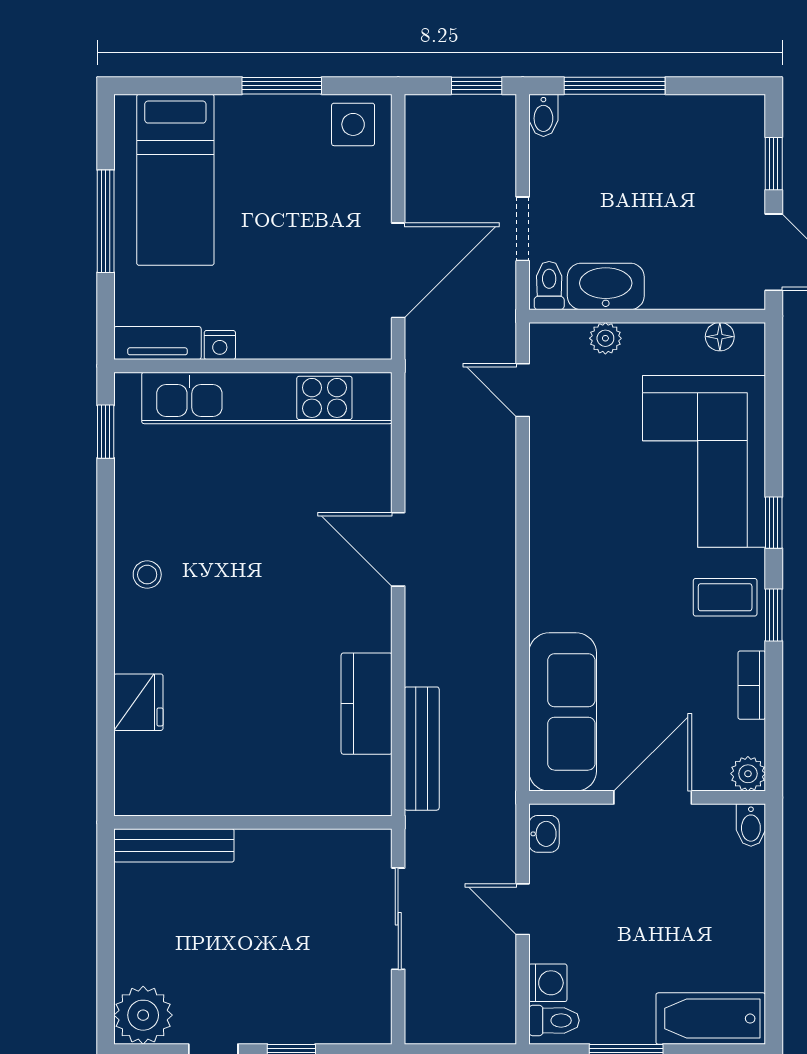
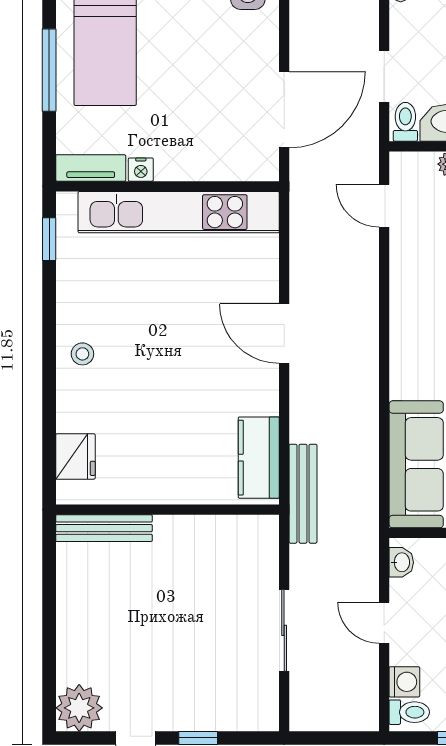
wall: (253, 822) -> (167, 510), moved
bench: (174, 845) -> (104, 528), moved

